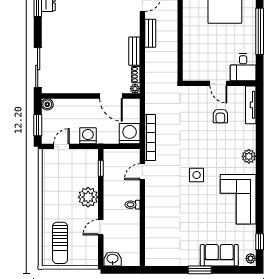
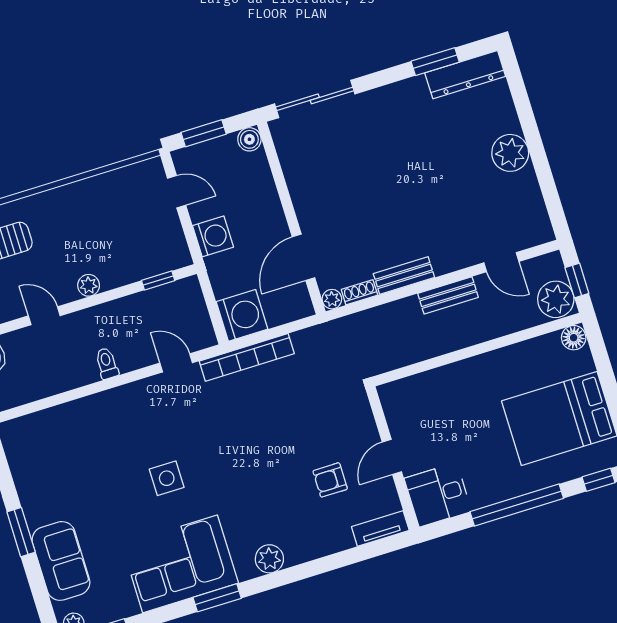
tv unit: (251, 105) -> (380, 528), width x0.71
side table: (197, 175) -> (167, 478), moved
window: (260, 187) -> (217, 598), added
plant: (88, 197) -> (89, 285), width x0.53, depth x0.53

